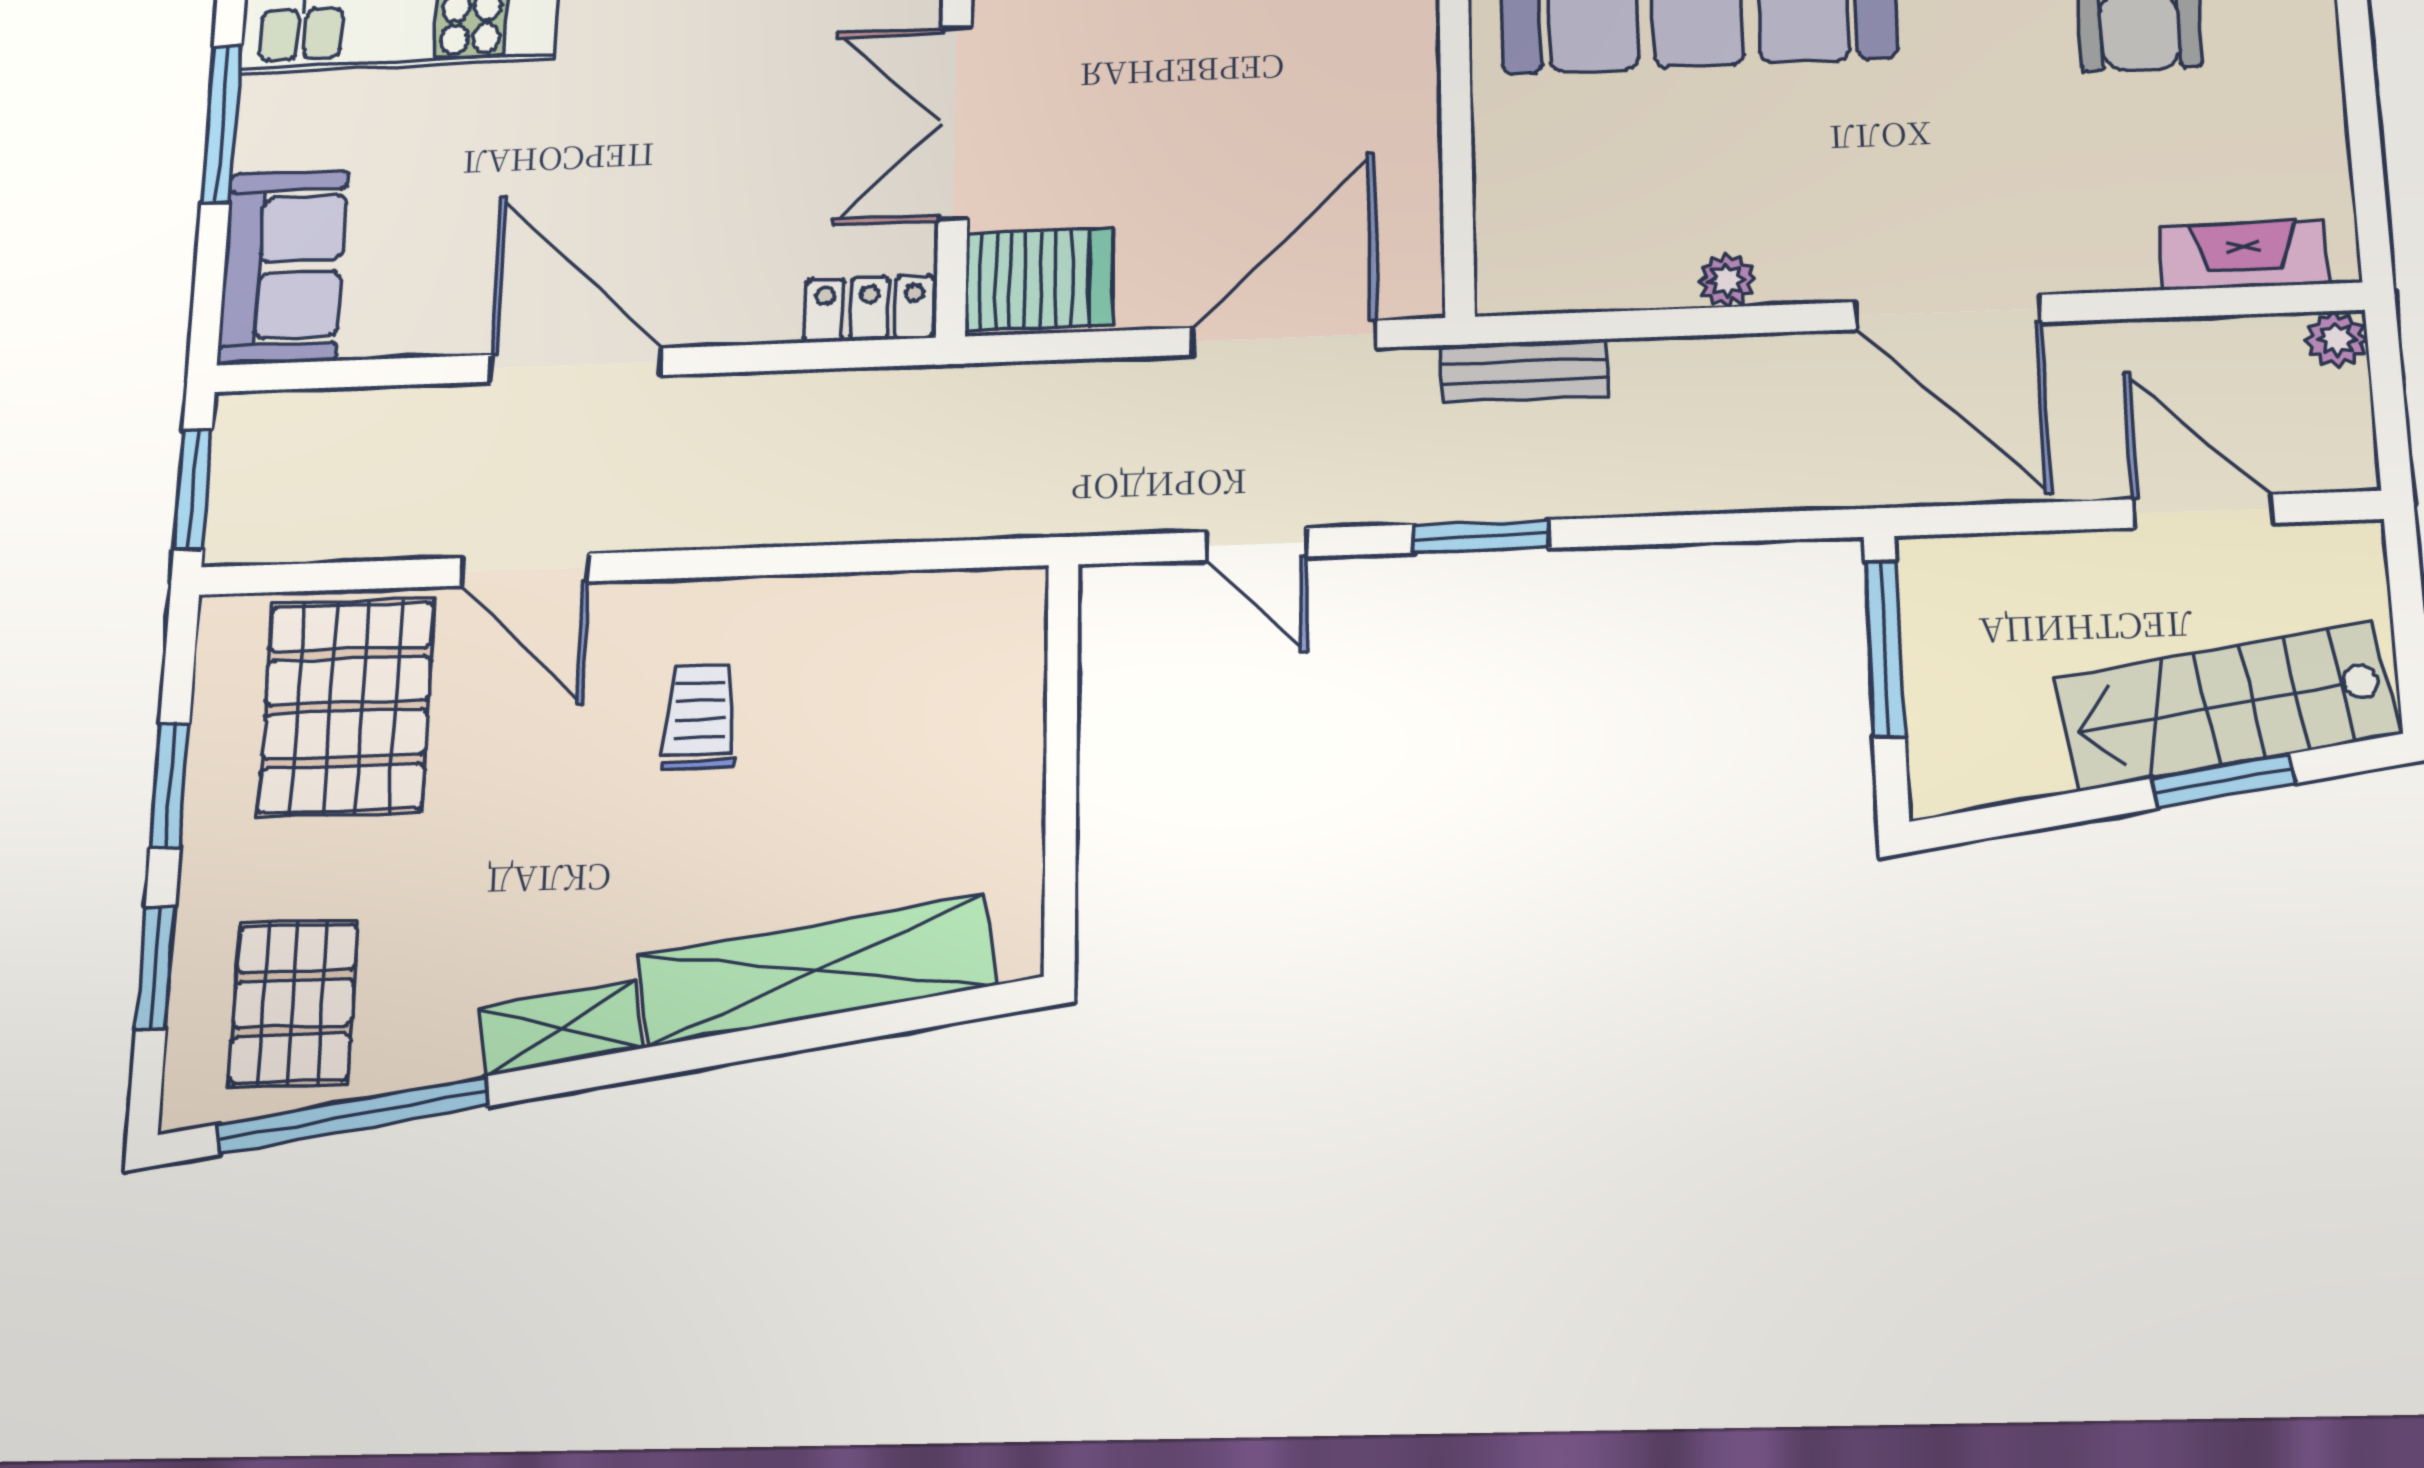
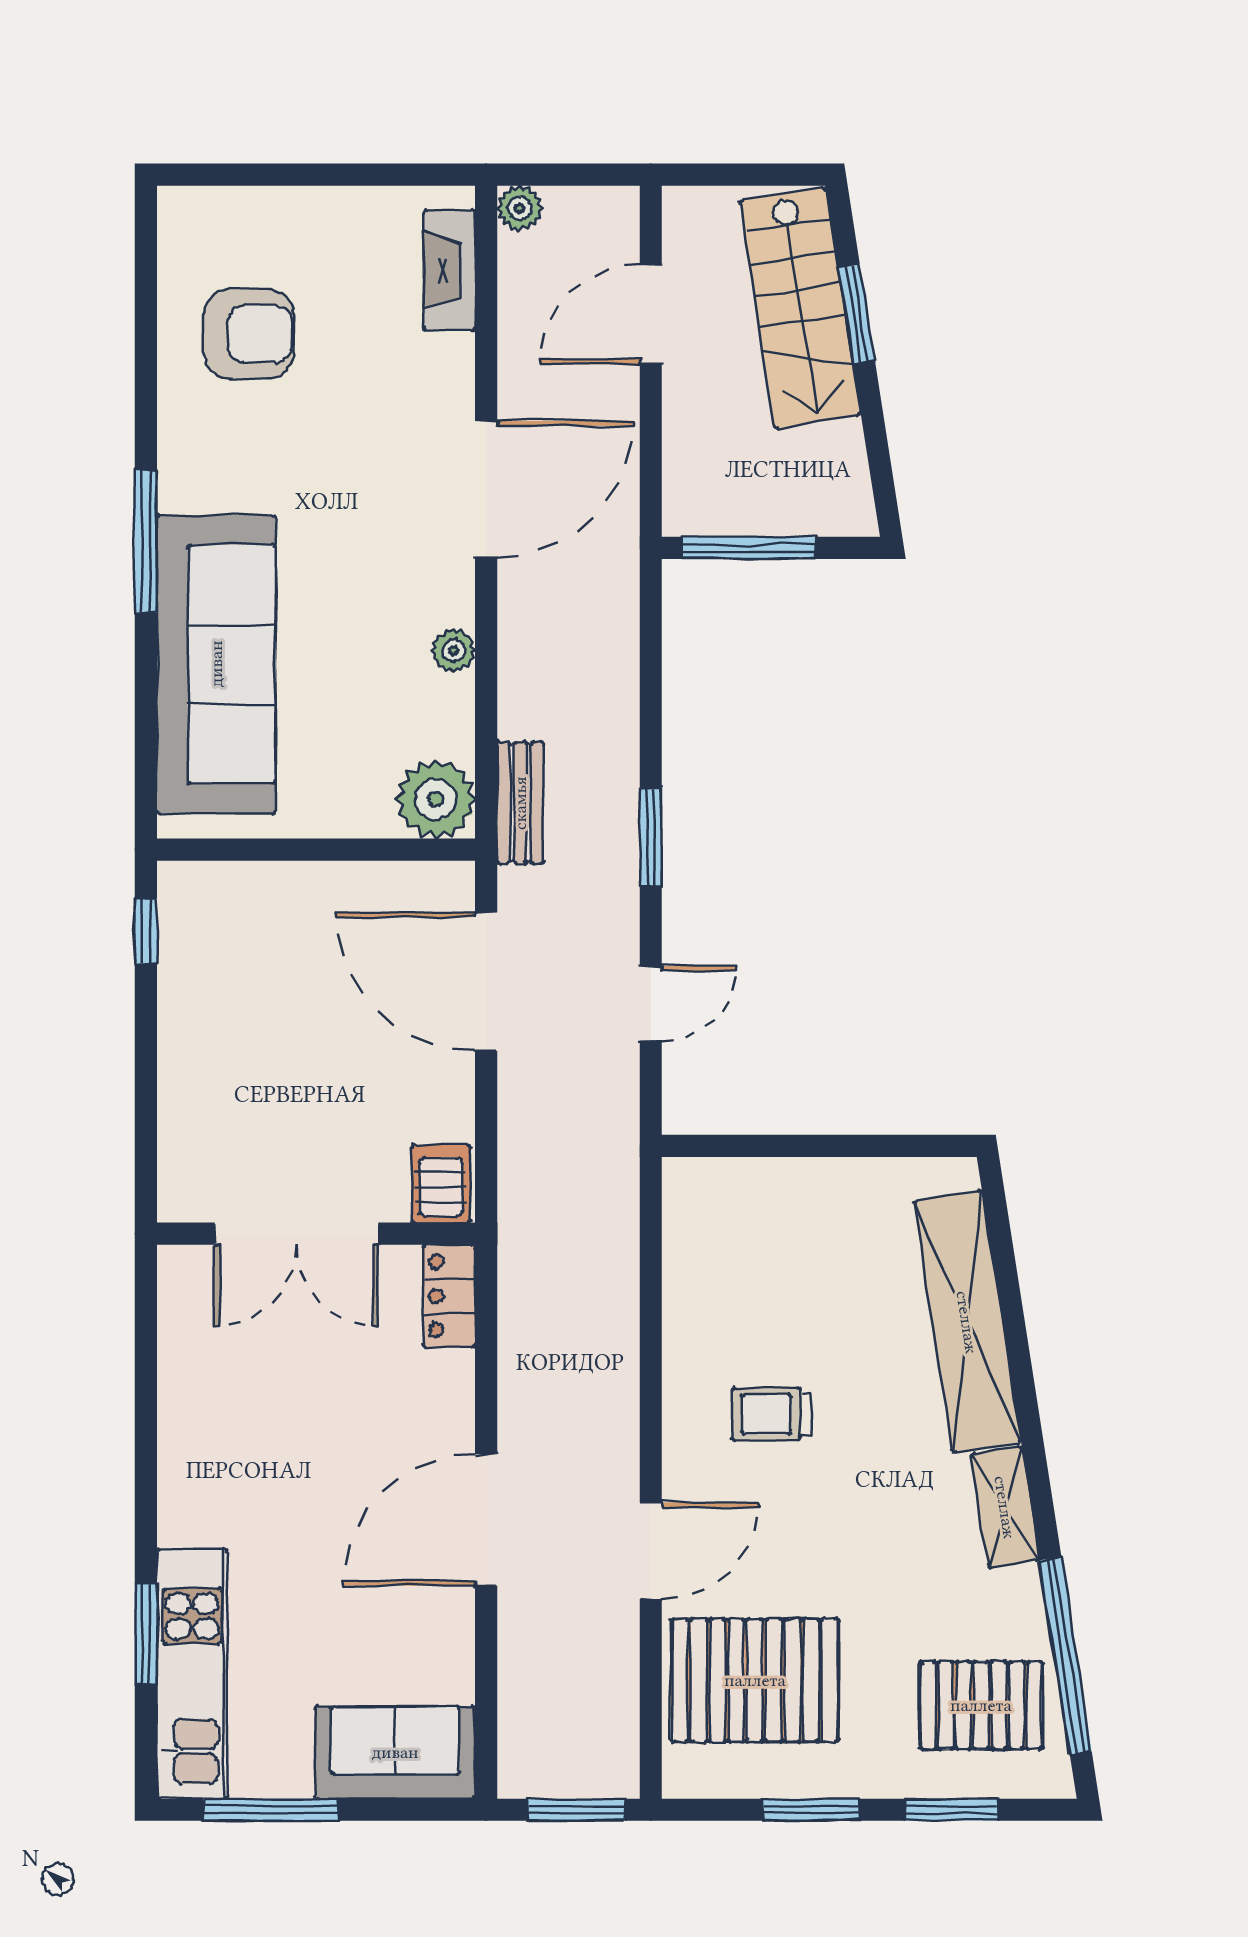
plant: (1526, 266) -> (436, 799), added
server rack: (1039, 279) -> (441, 1184), width x0.73, depth x0.70

